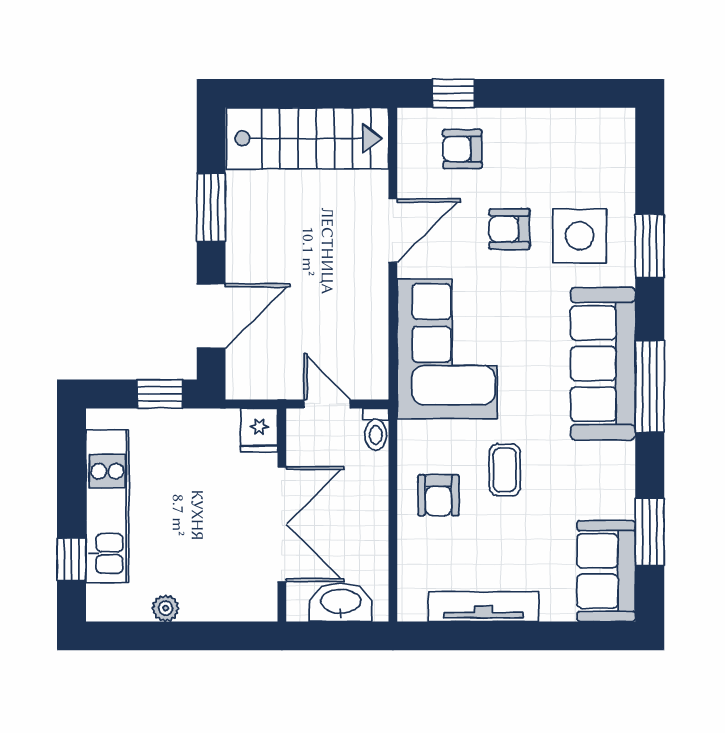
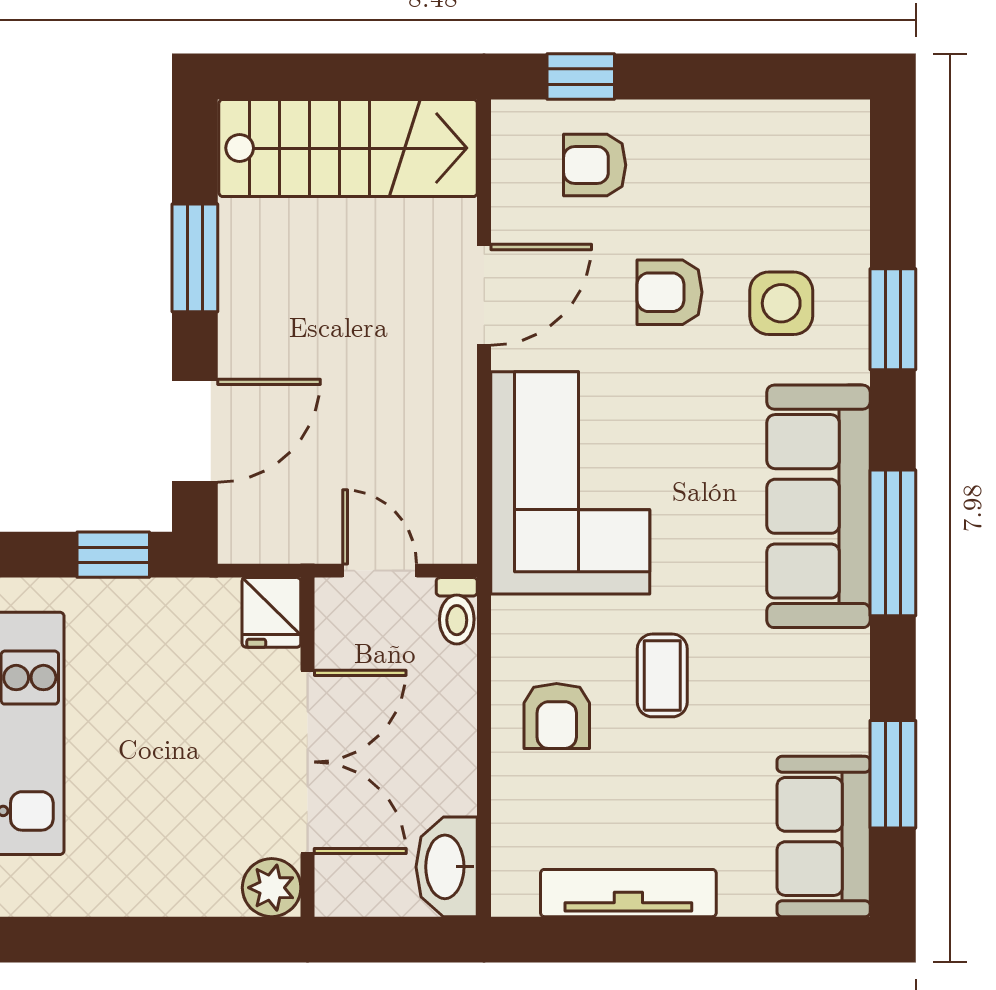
side table: (580, 236) -> (781, 303), width x0.73, depth x0.73
washbasin: (341, 602) -> (447, 867), moved, turned -90
plant: (166, 608) -> (272, 888), moved, width x1.38, depth x1.38

